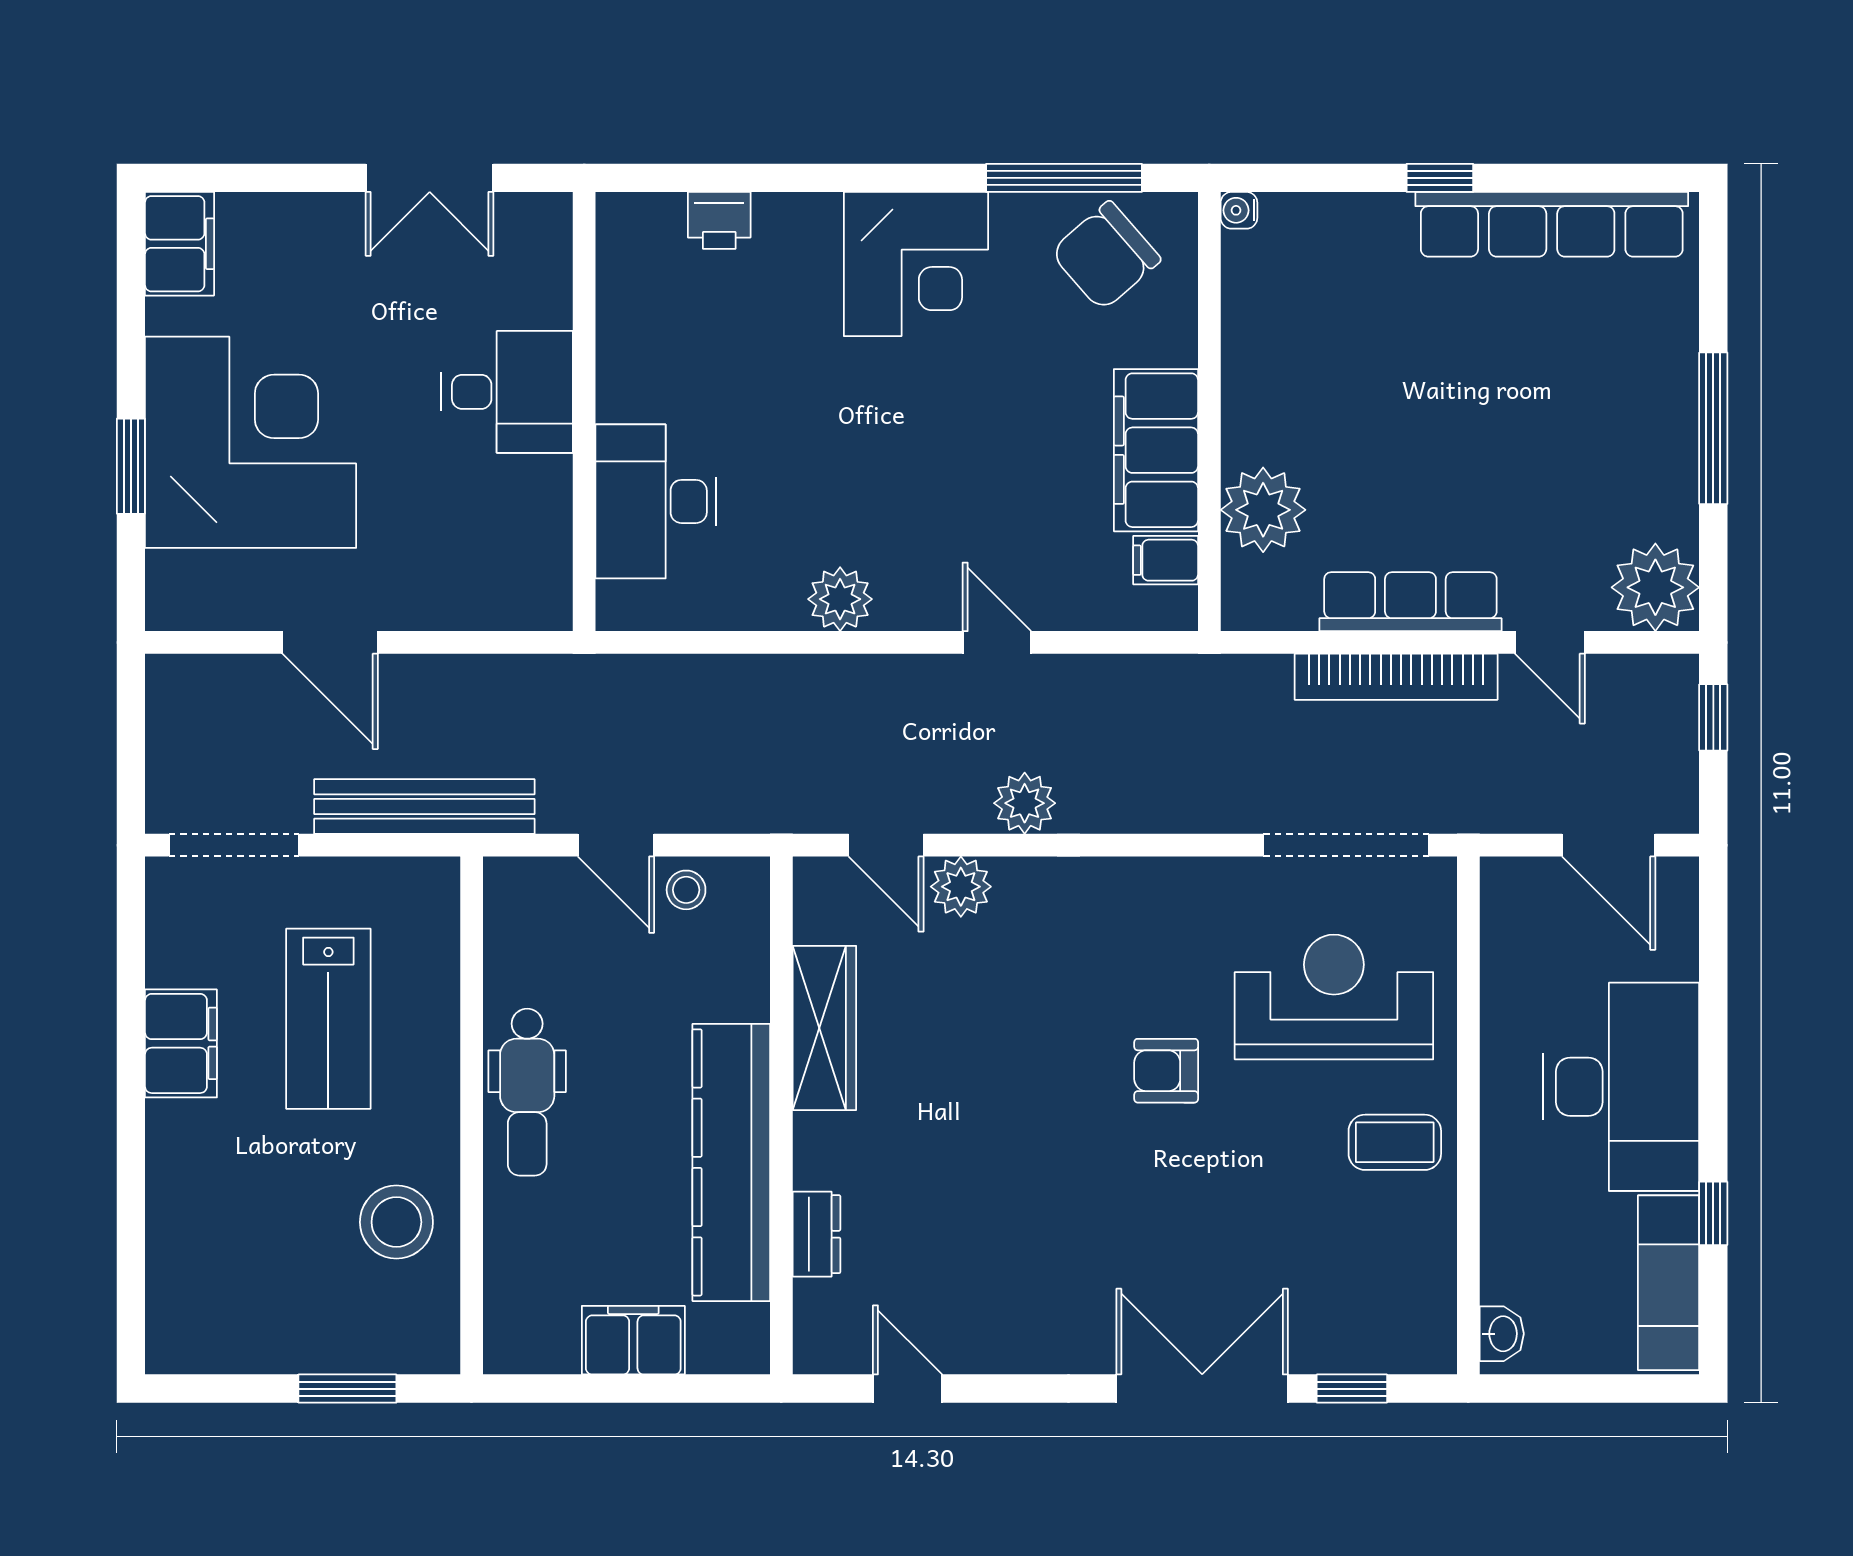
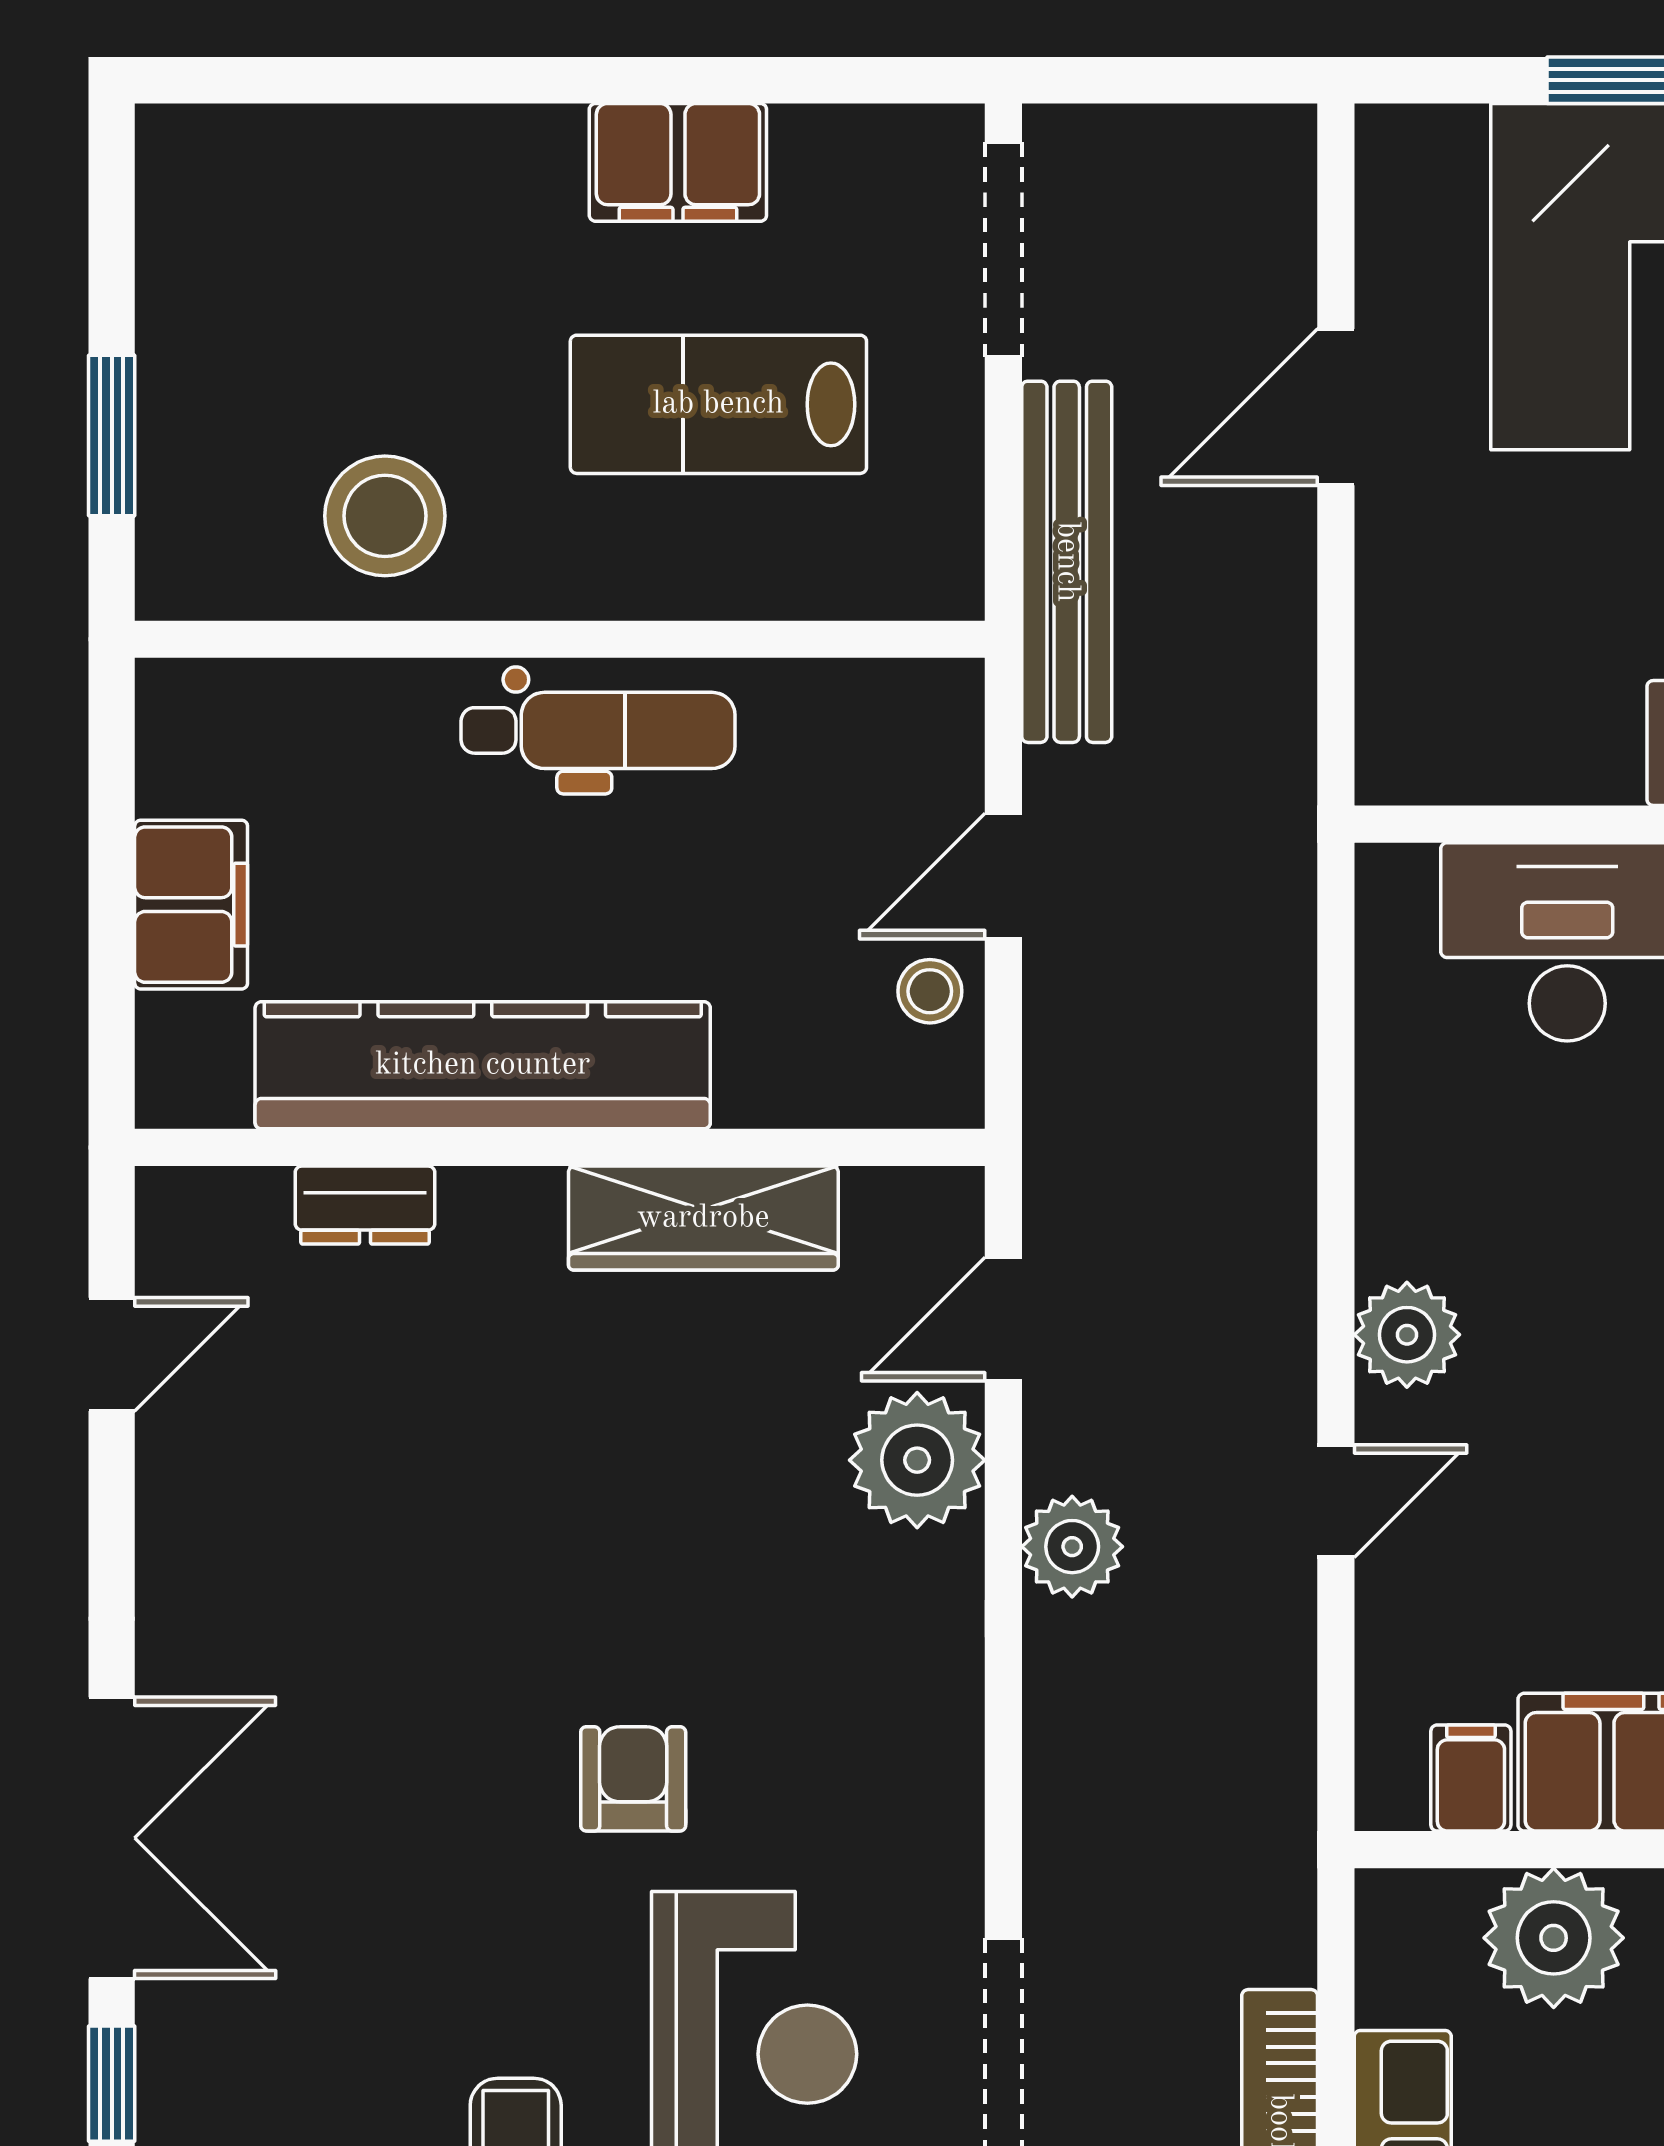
plant: (840, 599) -> (1407, 1335), moved
plant: (961, 887) -> (917, 1460), width x1.36, depth x1.36
dental chair: (527, 1092) -> (598, 730), turned 180

